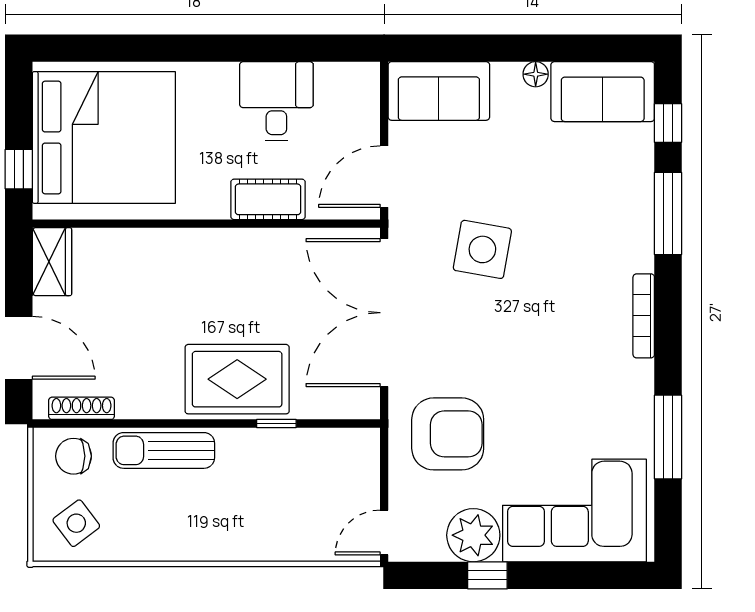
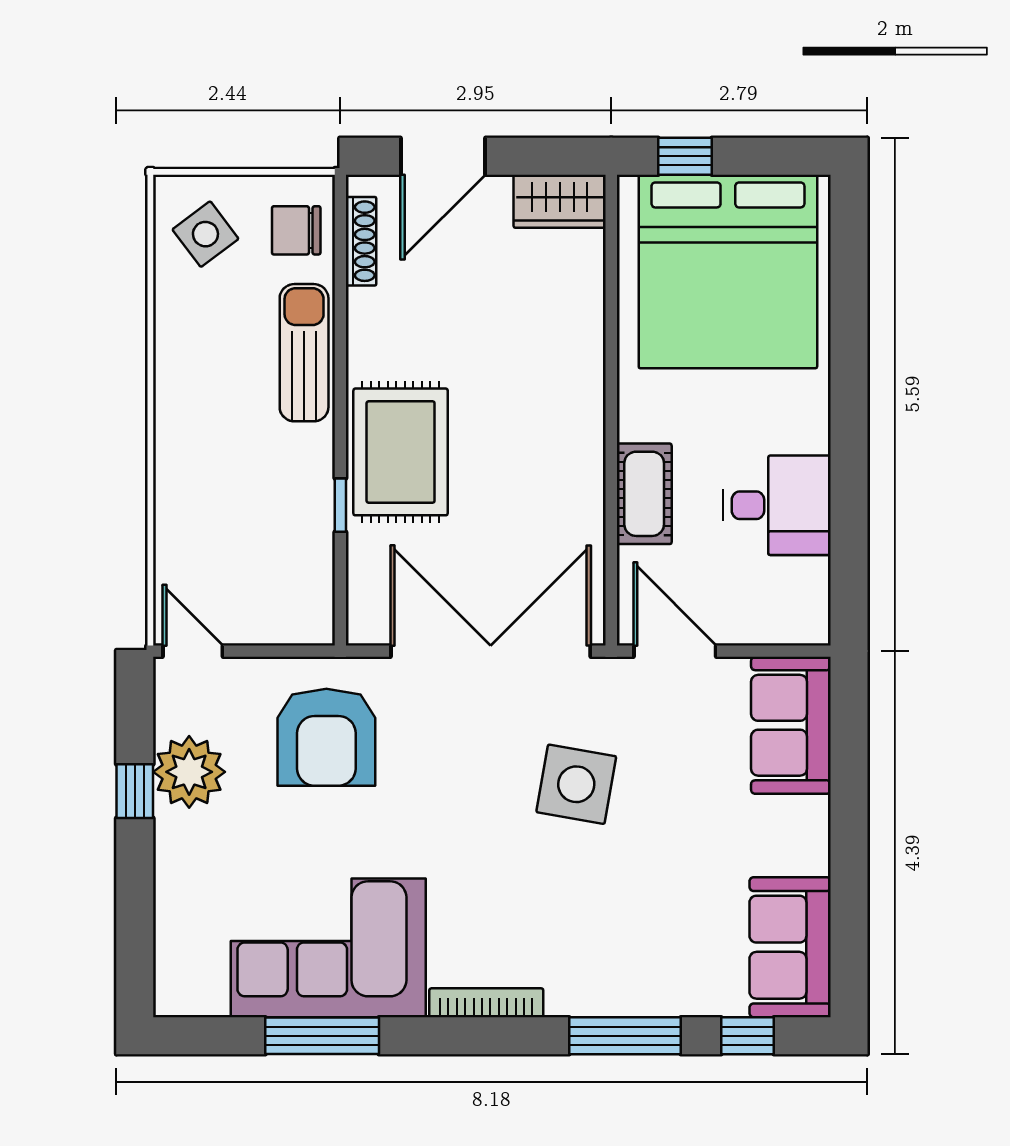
floor lamp: (536, 74) -> (814, 856), removed
chair: (73, 456) -> (296, 230), turned -90
corner sofa: (575, 510) -> (328, 948), moved, turned -90

